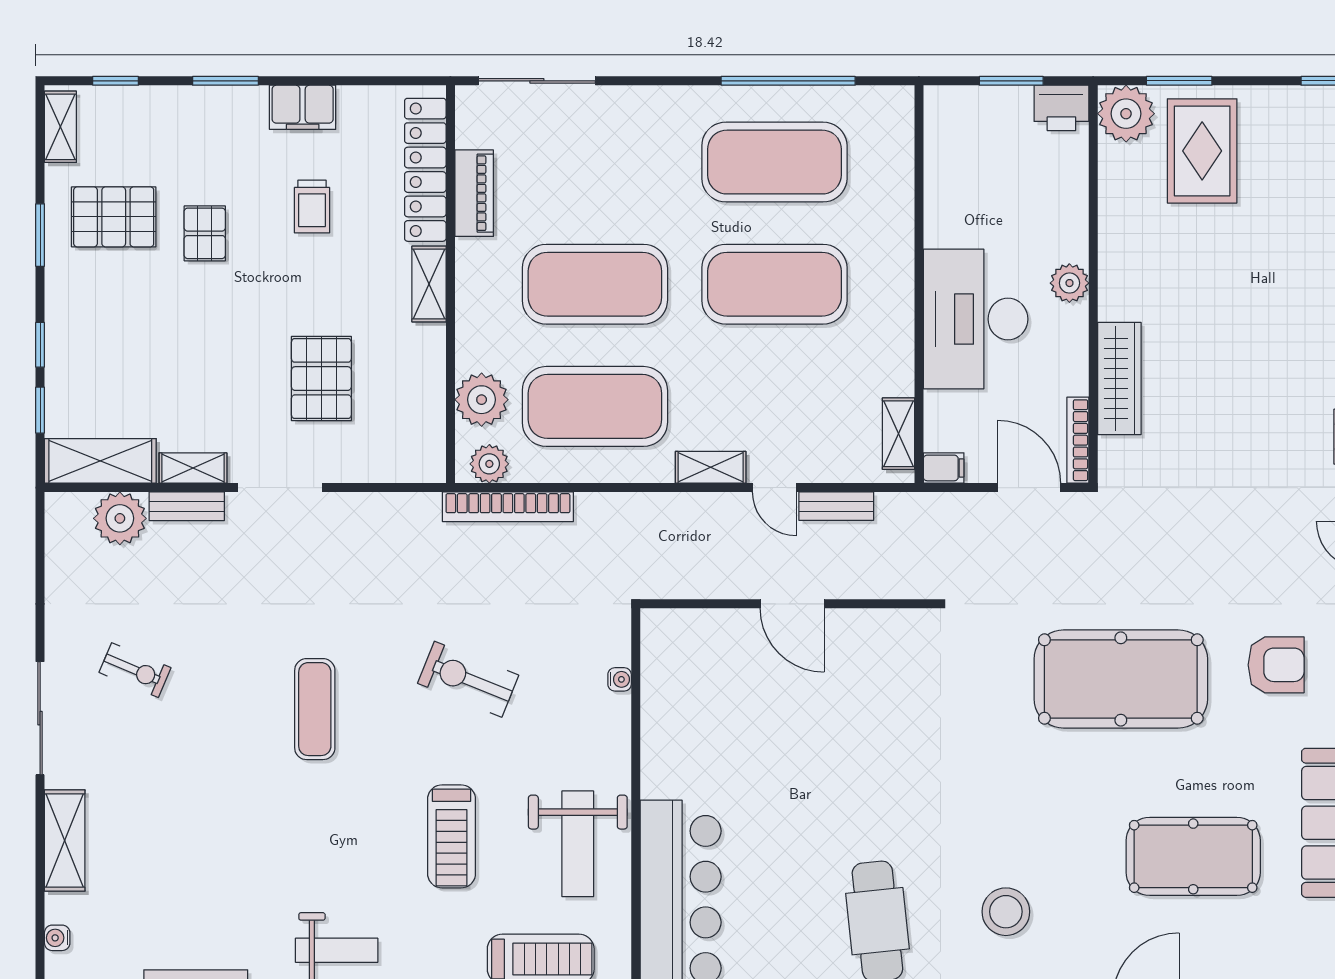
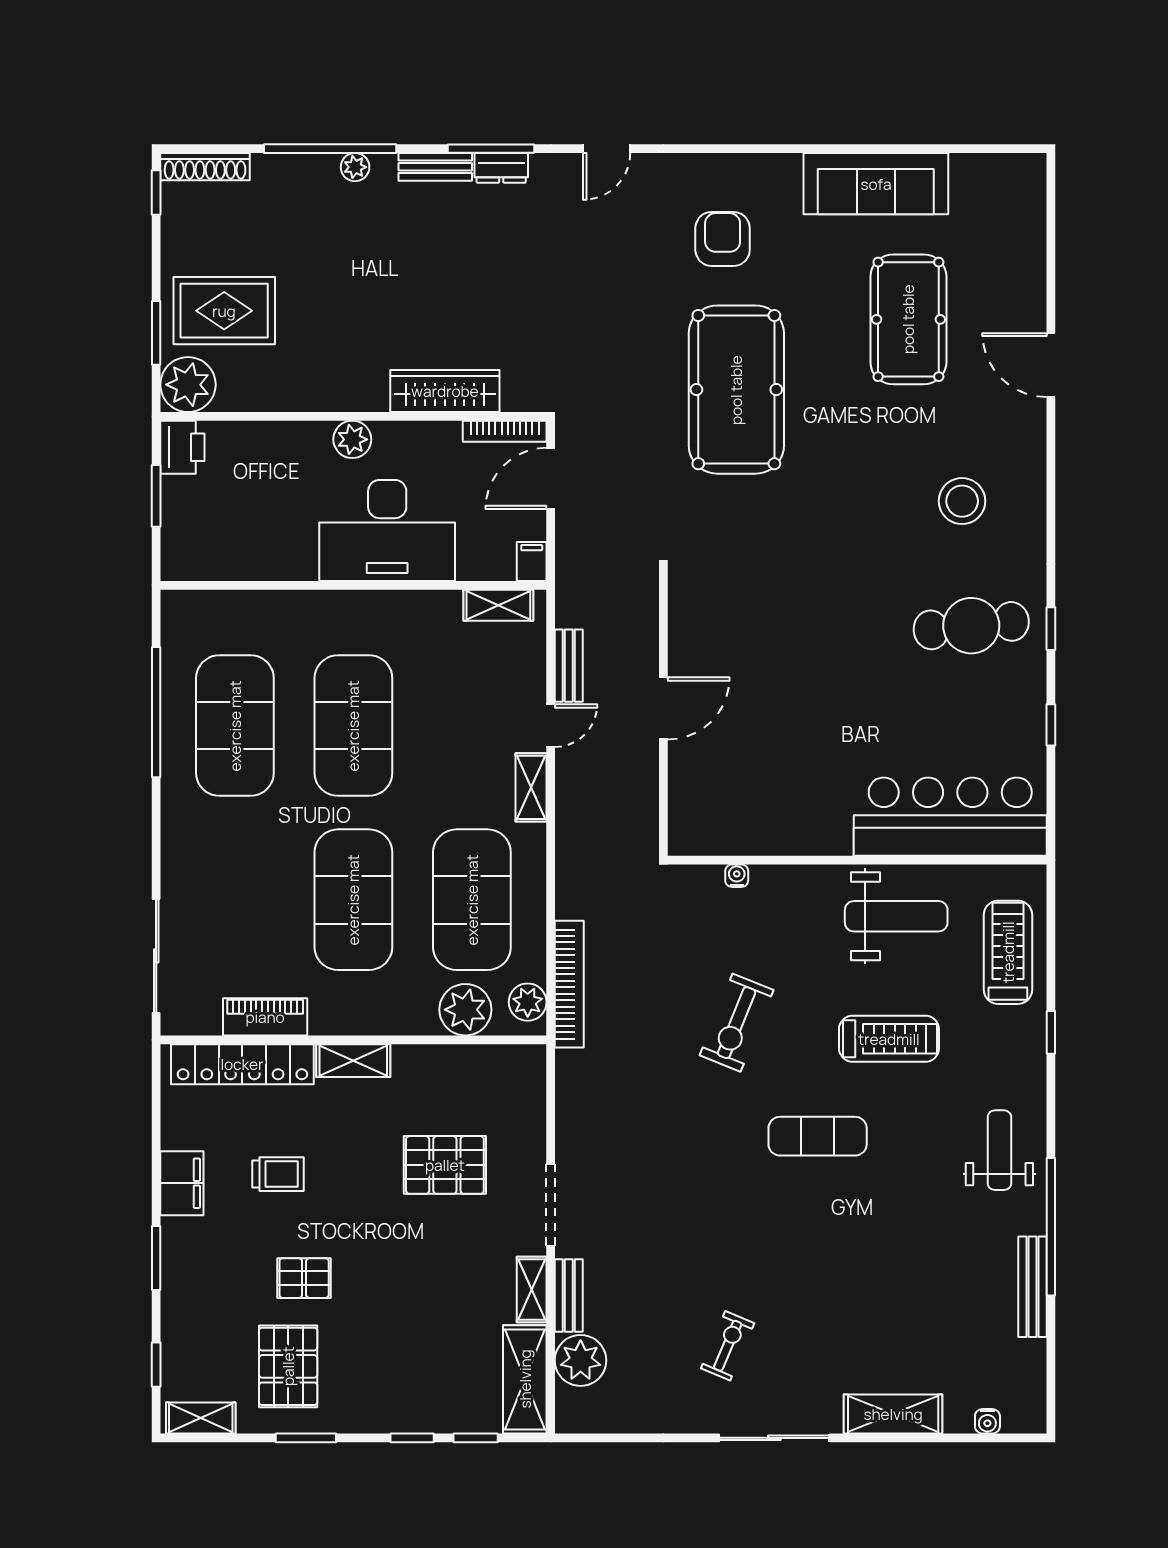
exercise mat: (315, 709) -> (818, 1136), moved

